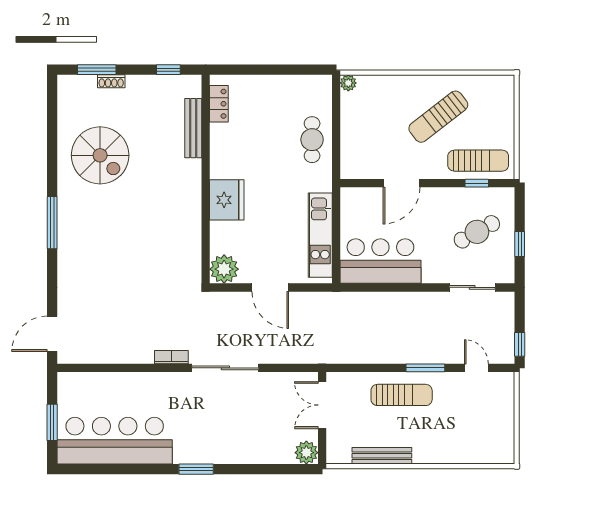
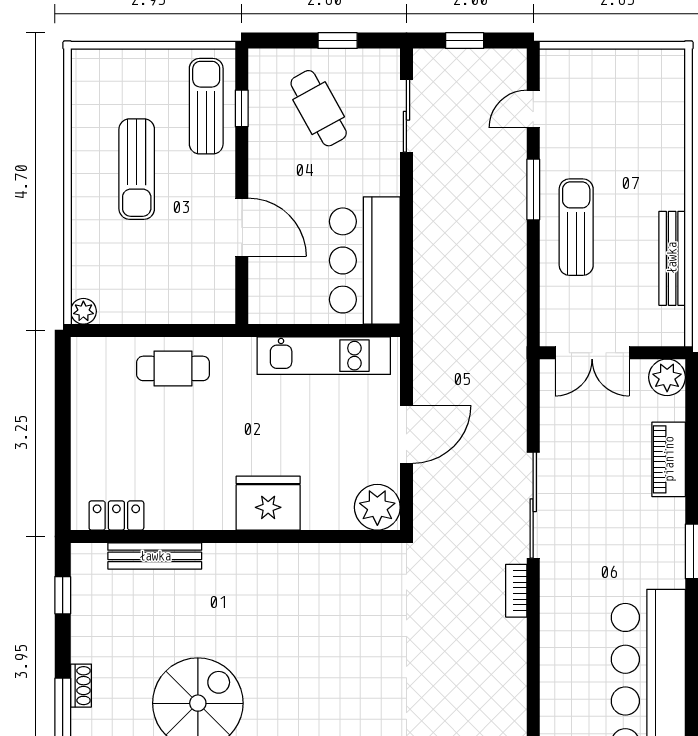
sun lounger: (438, 117) -> (137, 169), turned 38
window: (520, 344) -> (465, 41), moved
piano: (254, 454) -> (669, 459), added

